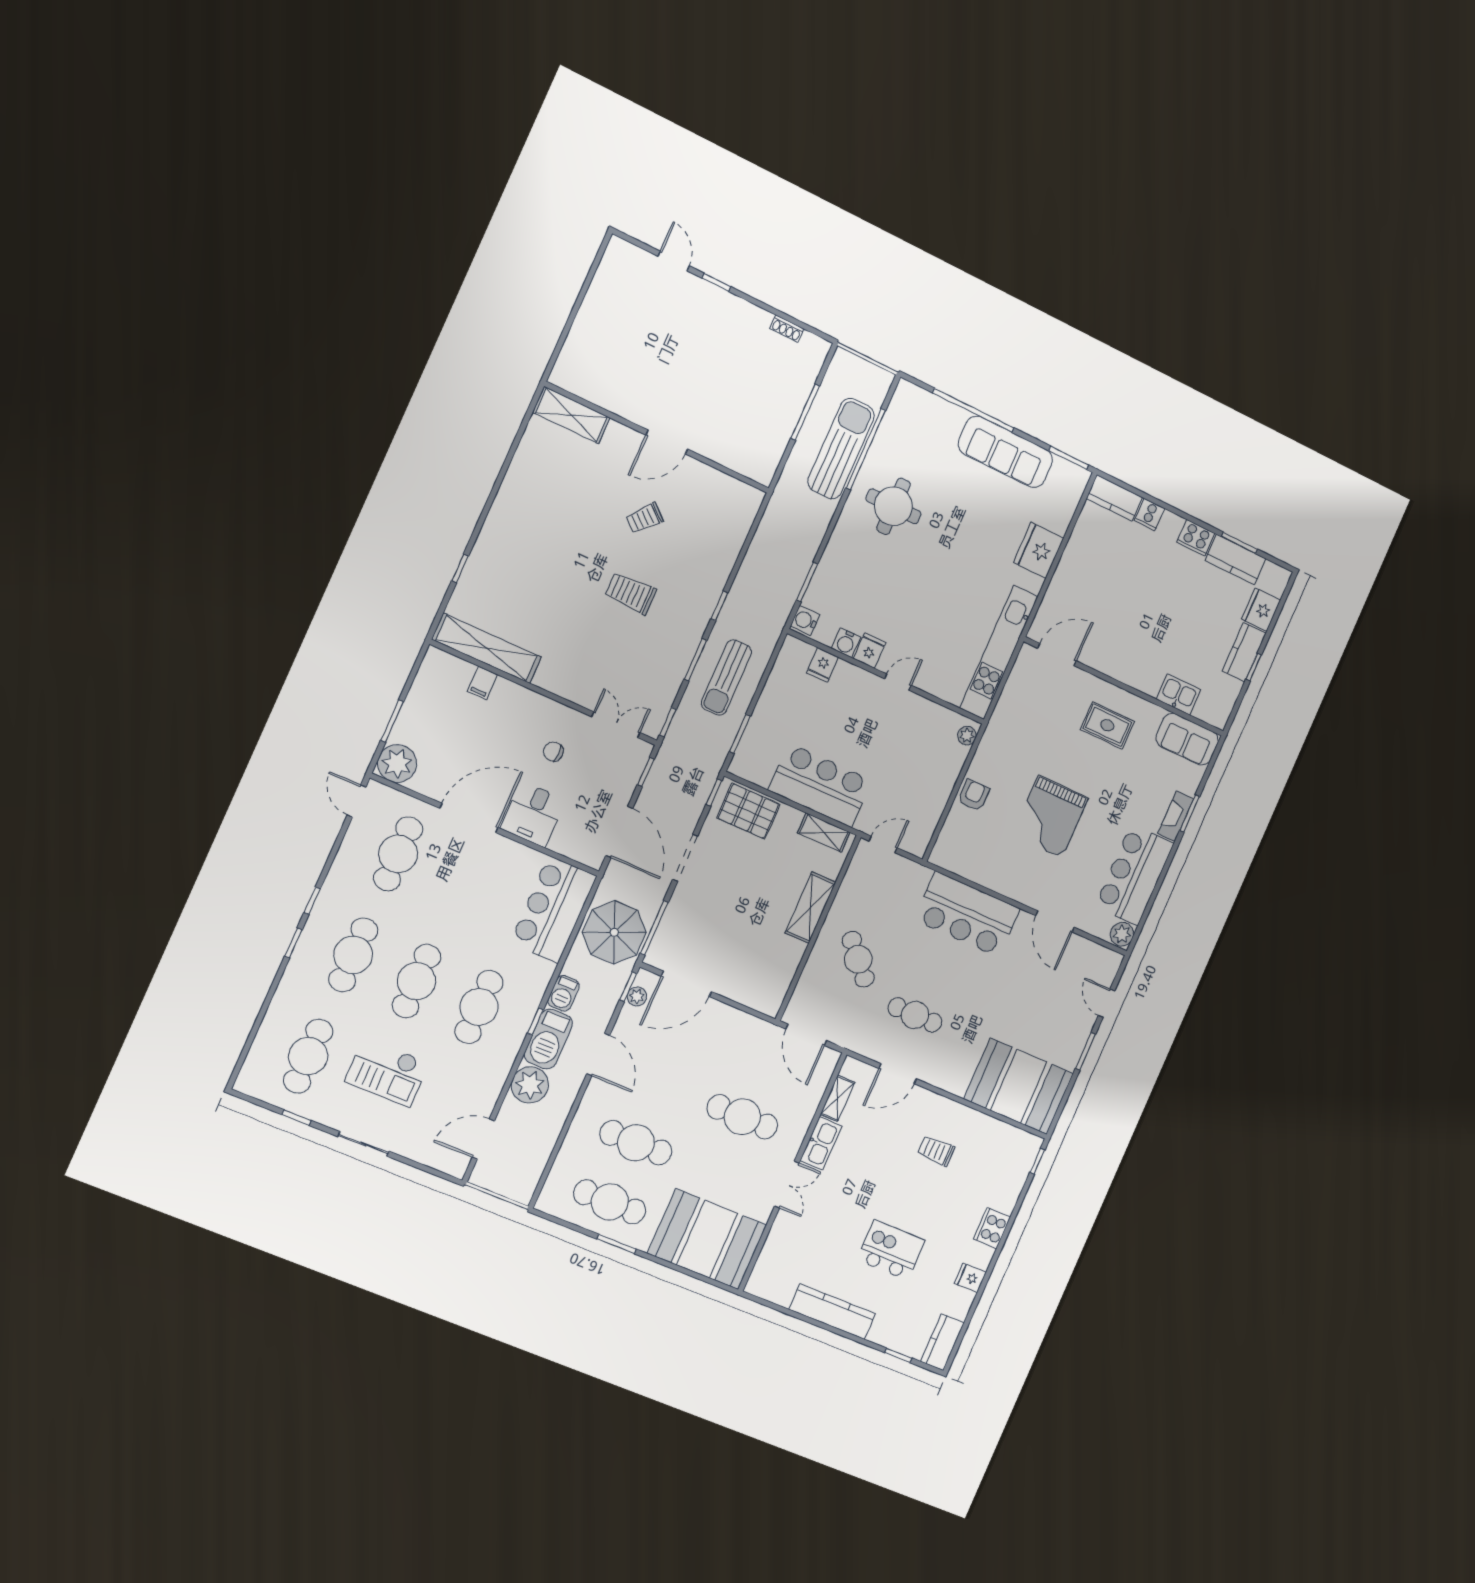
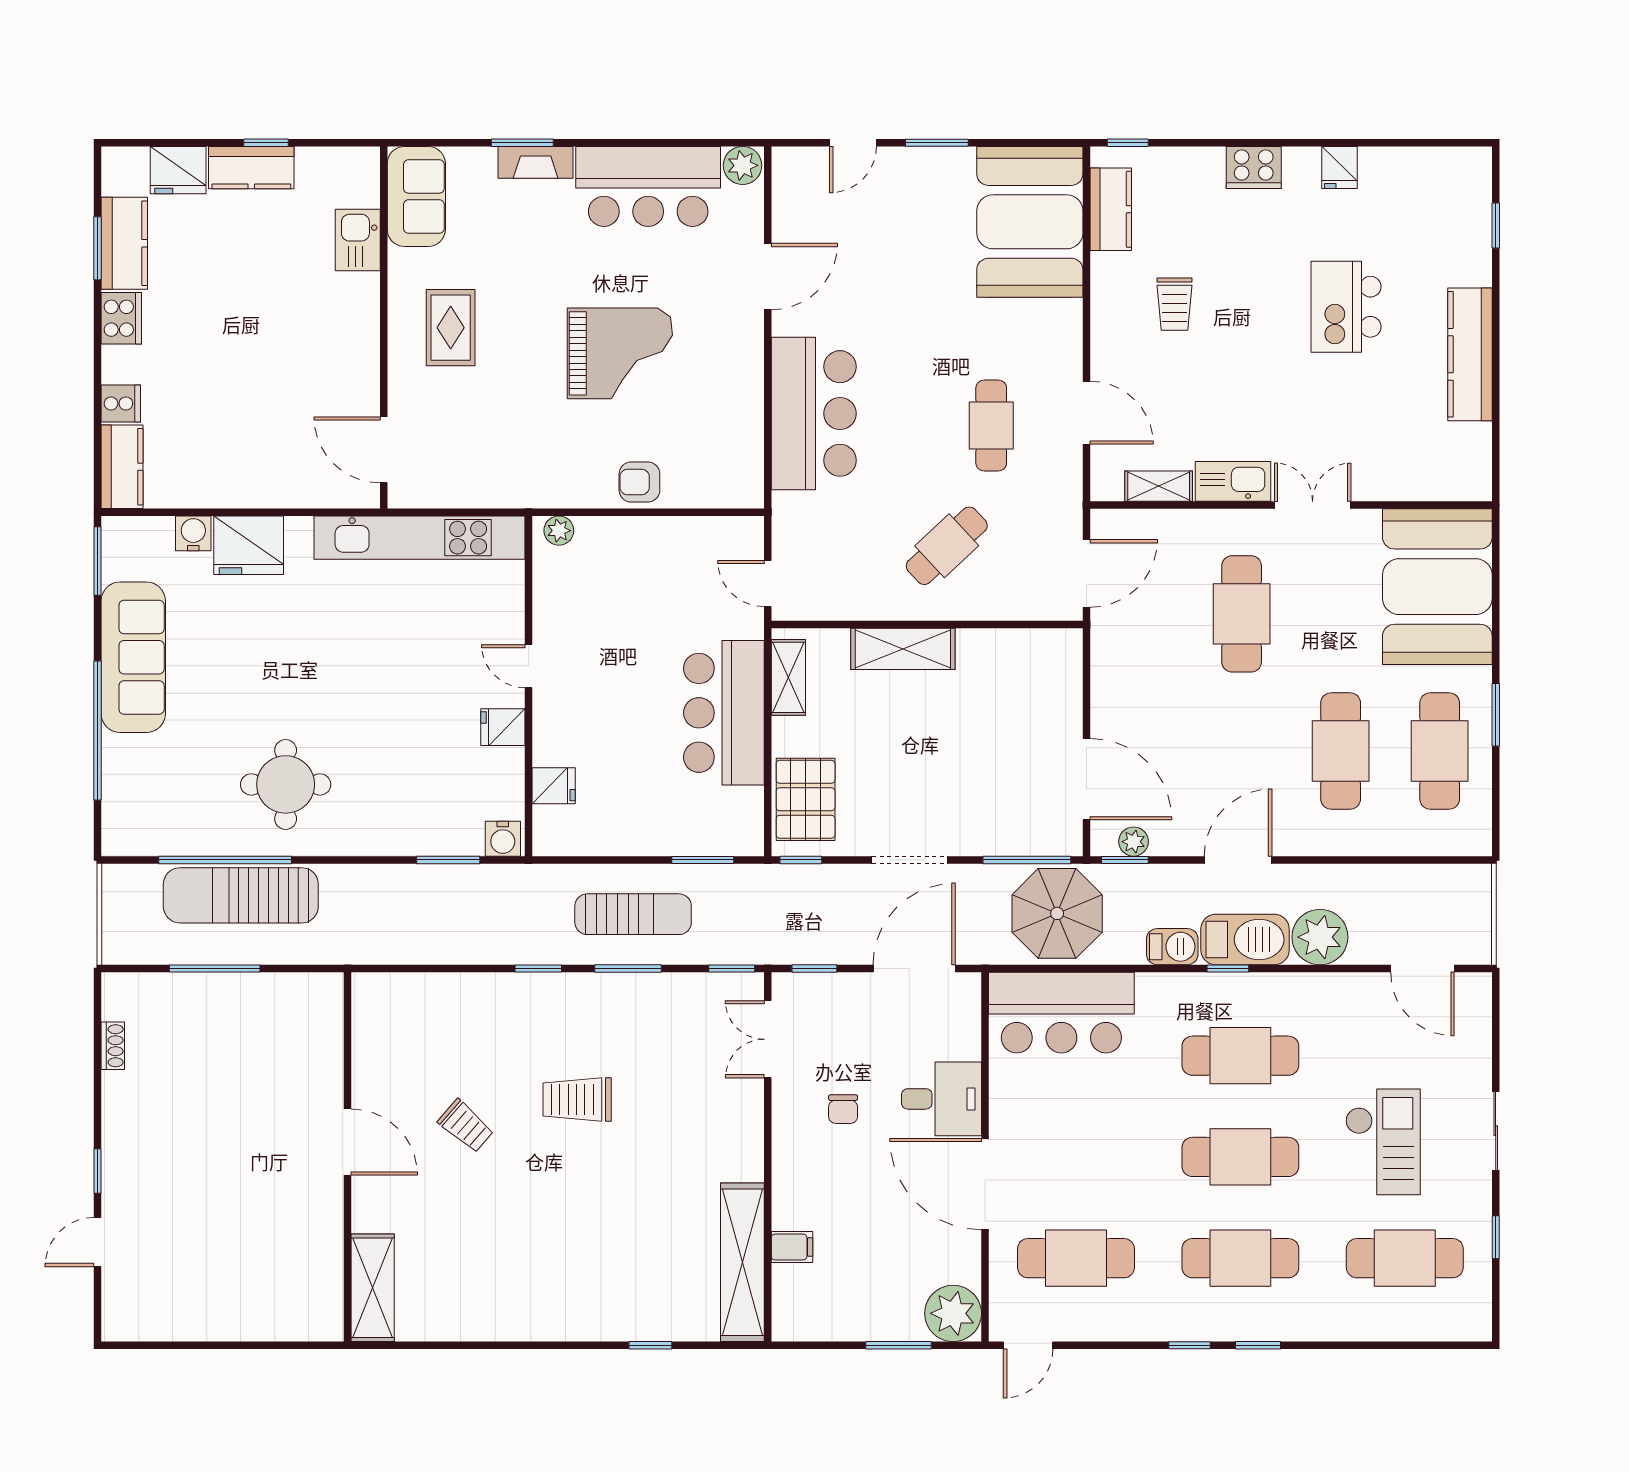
trolley: (631, 593) -> (577, 1100), turned 90
water cooler: (846, 643) -> (193, 533), moved, turned -90
kitchen counter: (942, 1342) -> (1111, 209), moved, turned -90

